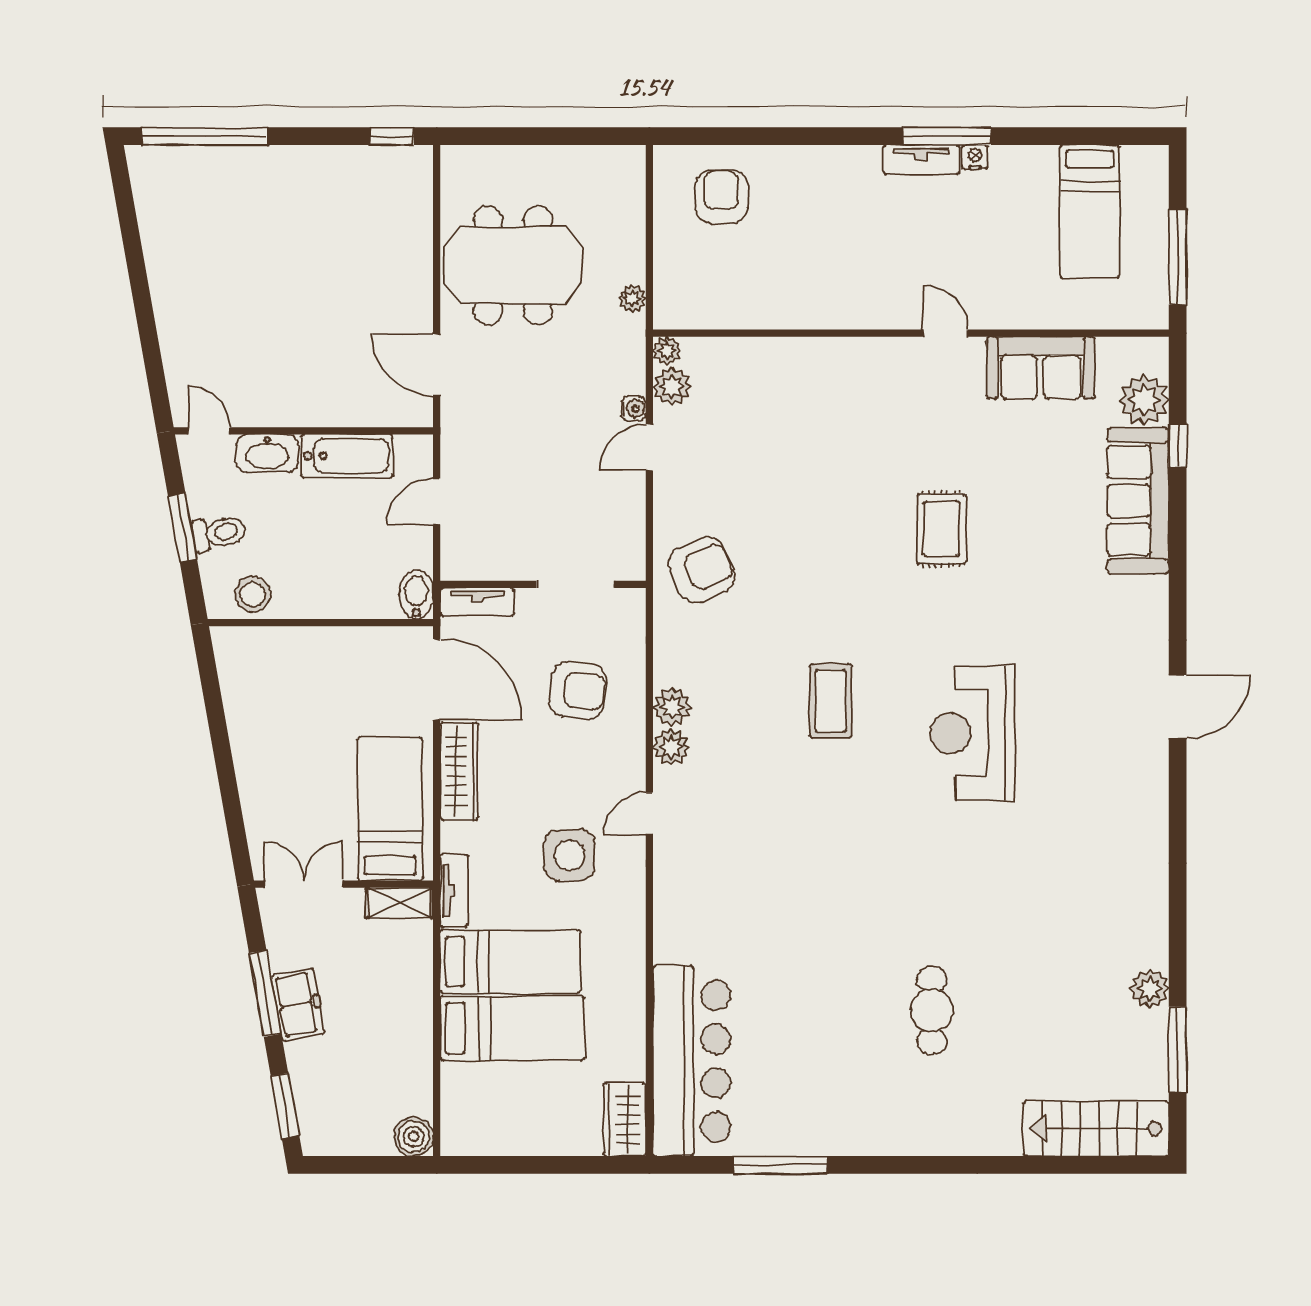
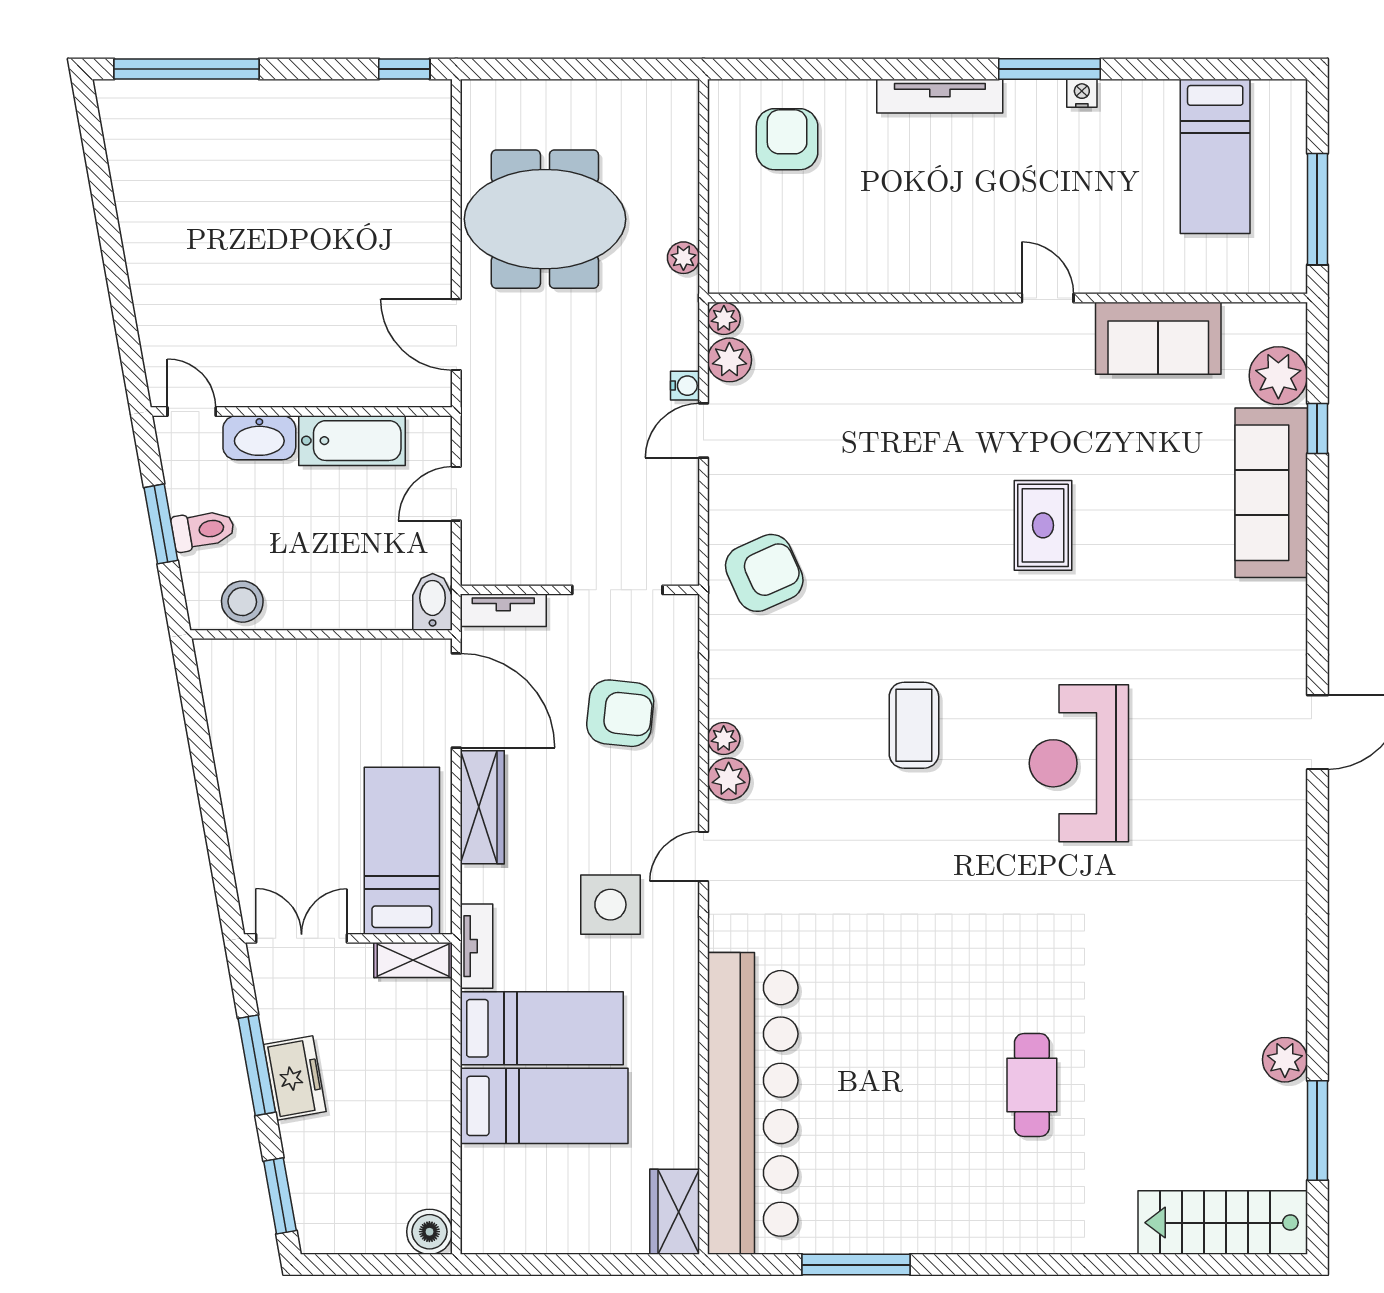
tv unit: (921, 160) -> (940, 96), moved, width x1.41
plant: (672, 707) -> (724, 739), width x0.73, depth x0.73
bar counter: (692, 1061) -> (753, 1103), width x1.36

